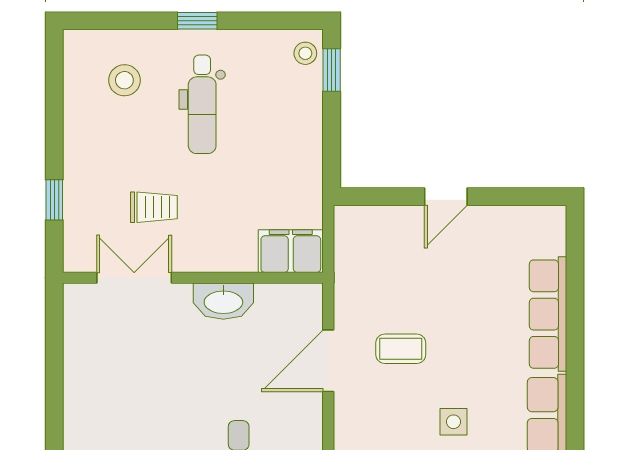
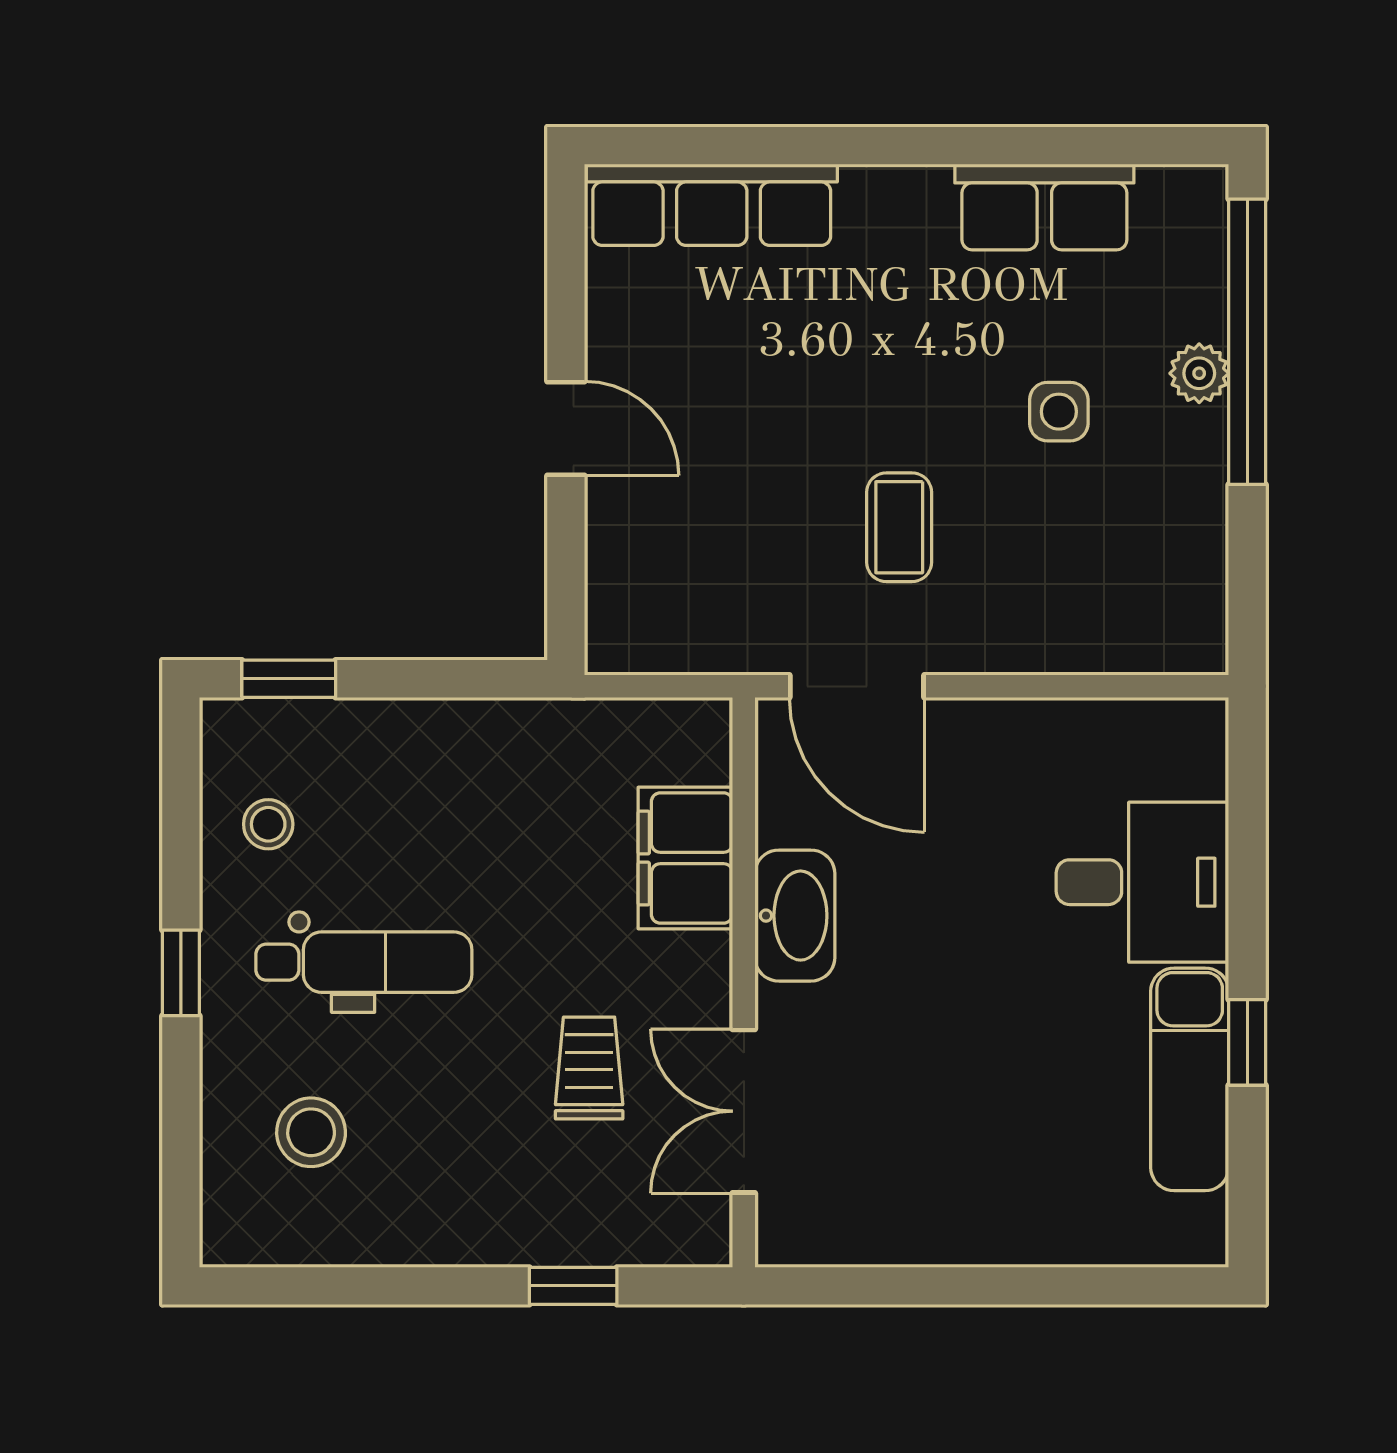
stool: (305, 53) -> (268, 824), moved
filing cabinet: (291, 251) -> (685, 858), moved
row of seats: (548, 314) -> (712, 205), moved
door: (328, 361) -> (857, 686), moved

